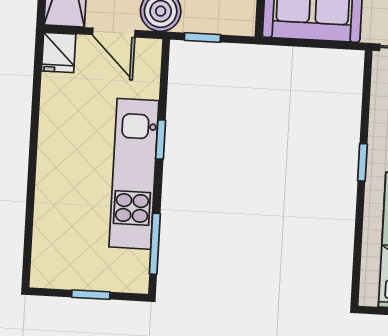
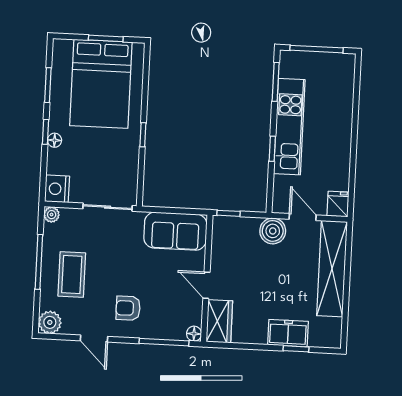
window: (202, 38) -> (229, 213), moved
window: (91, 295) -> (316, 49), width x2.17

